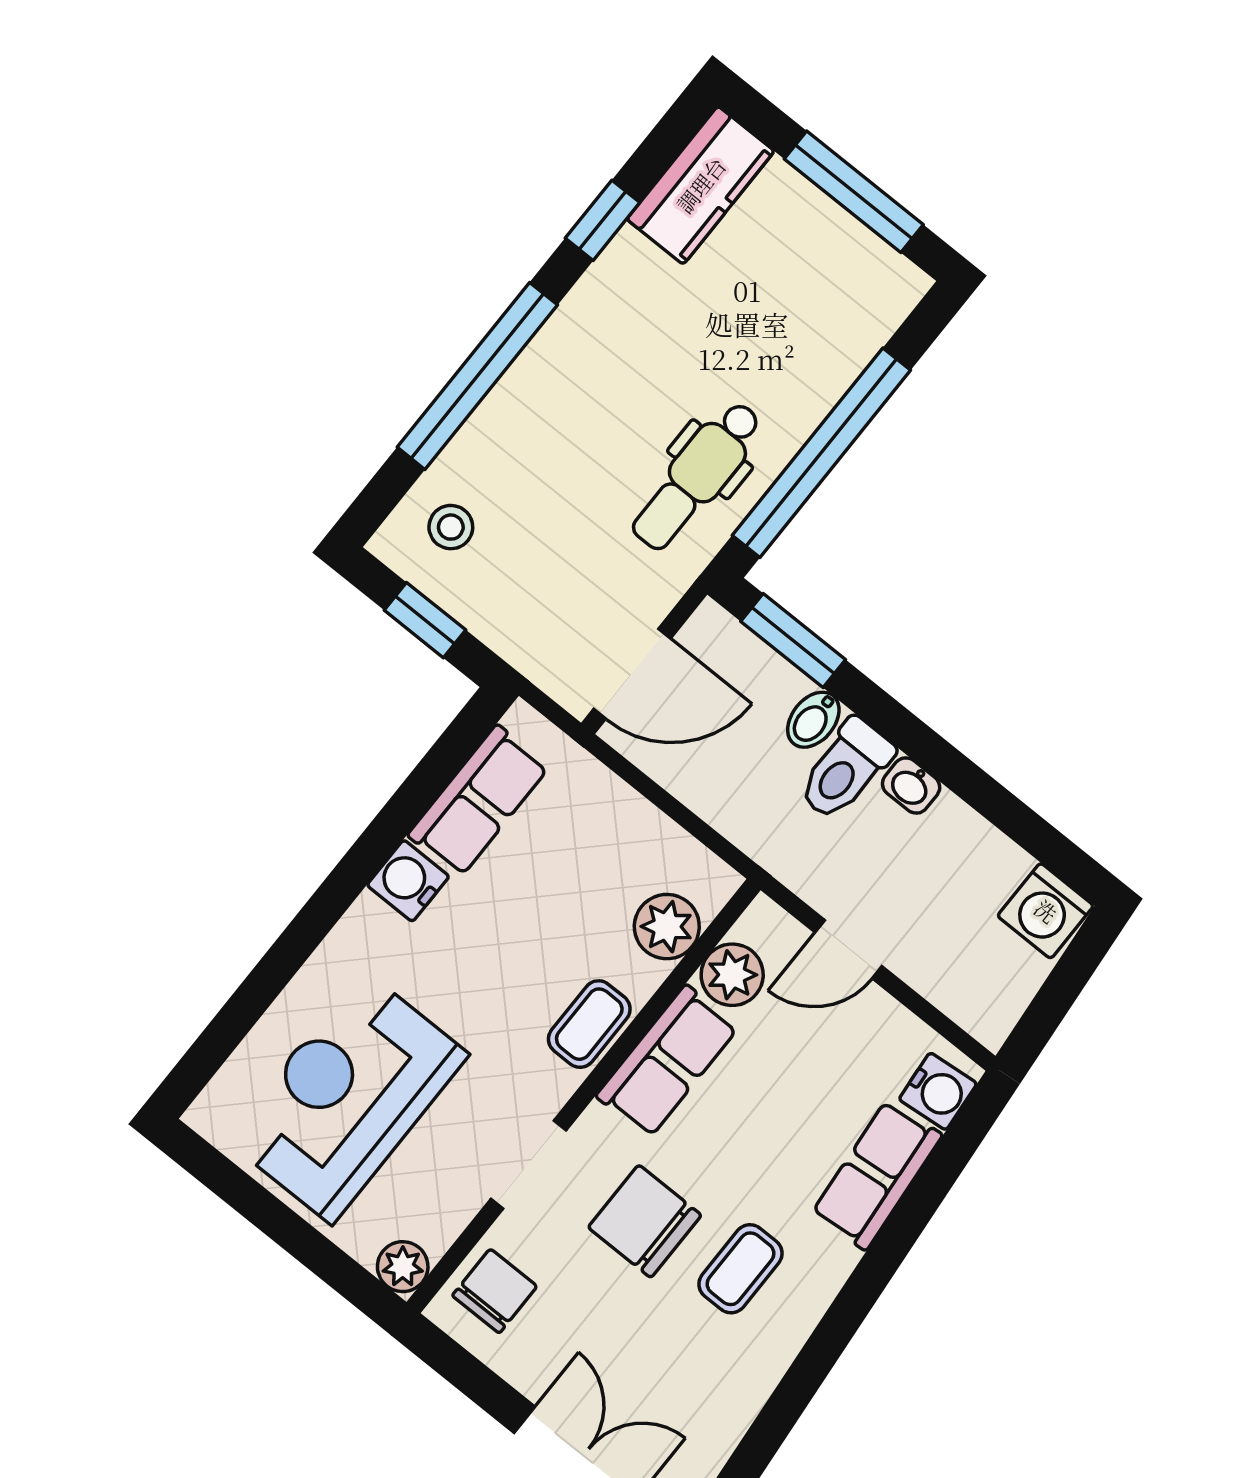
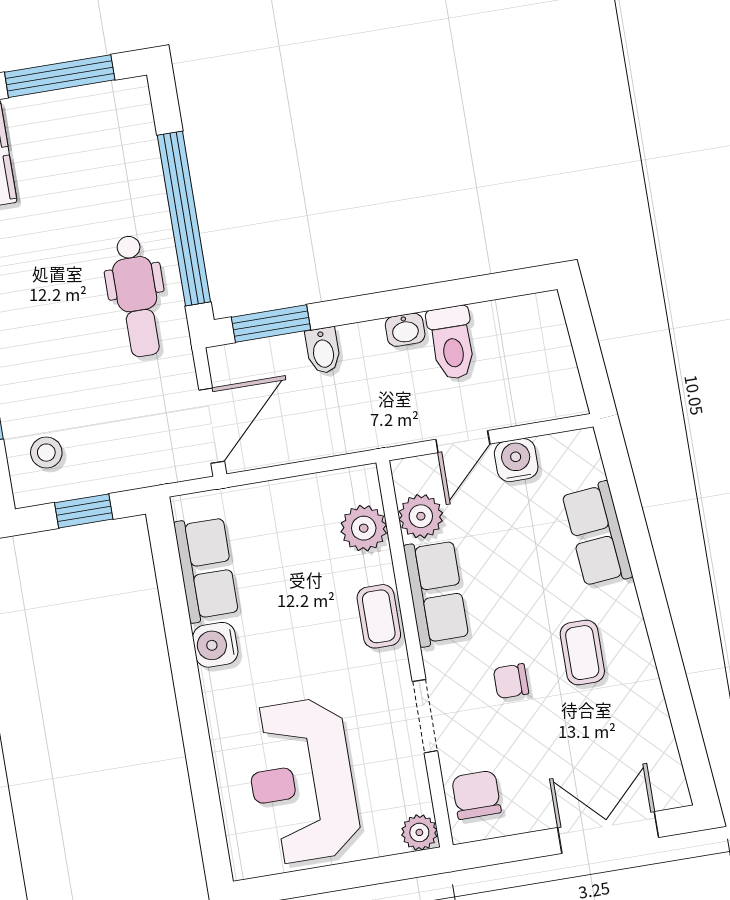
toilet: (845, 769) -> (452, 343), moved
washing machine: (1046, 911) -> (537, 318), removed
water cooler: (938, 1091) -> (516, 460), moved, turned -85
chair: (645, 1221) -> (511, 681), width x0.54, depth x0.54

